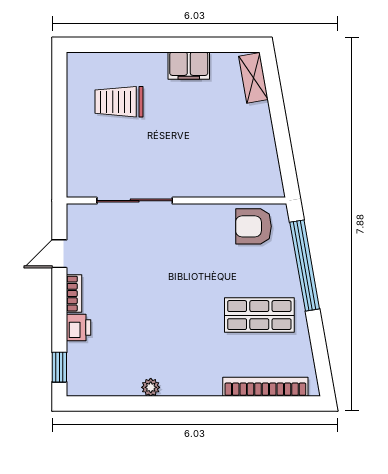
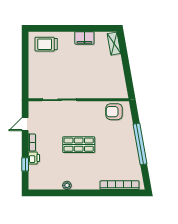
trolley: (119, 102) -> (46, 44), moved
window: (305, 266) -> (140, 144), moved
shop shelf: (259, 315) -> (79, 145), moved
window: (59, 367) -> (25, 164), moved

